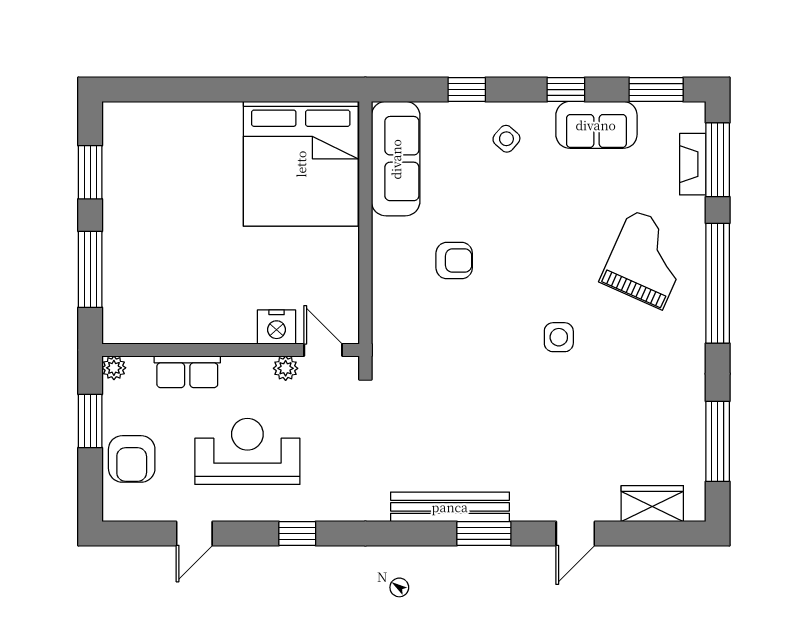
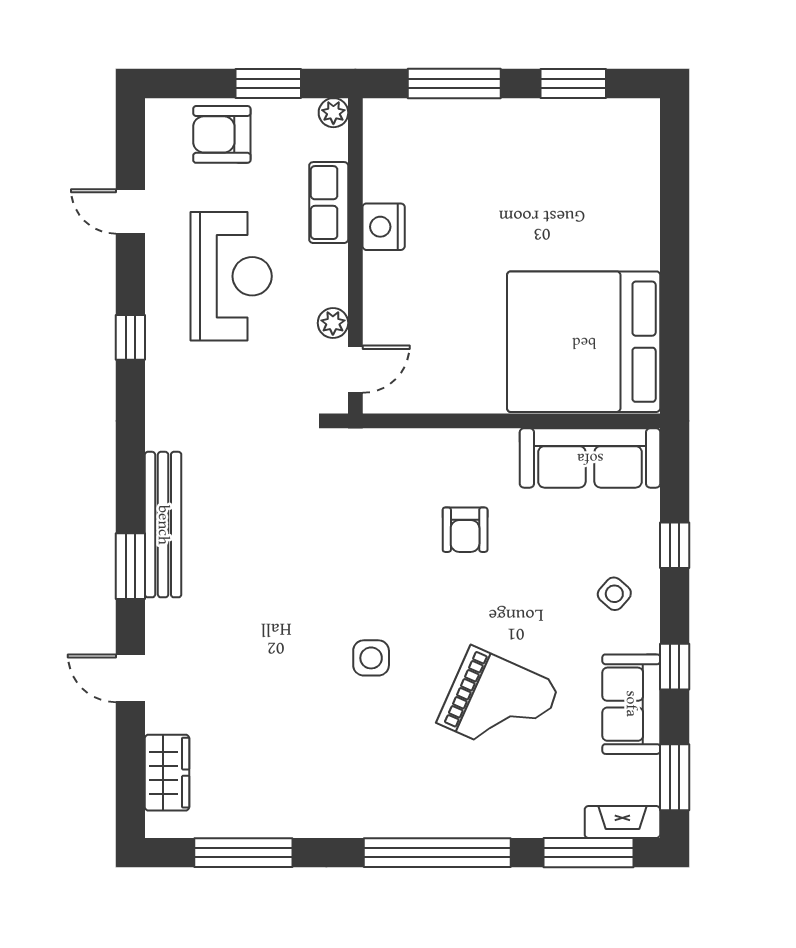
fireplace: (693, 164) -> (622, 822), moved
grand piano: (647, 259) -> (498, 704), moved
nightstand: (277, 327) -> (384, 227), moved

